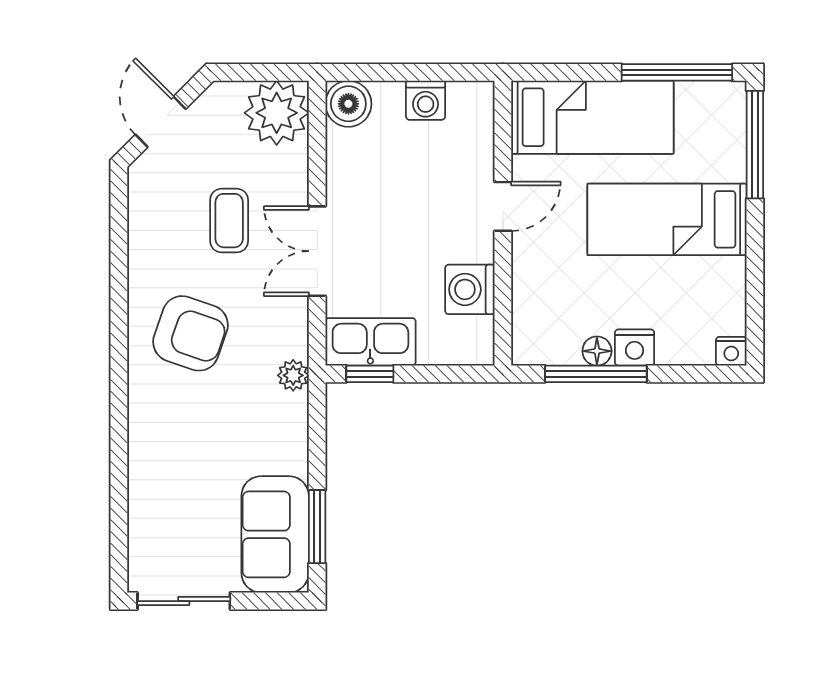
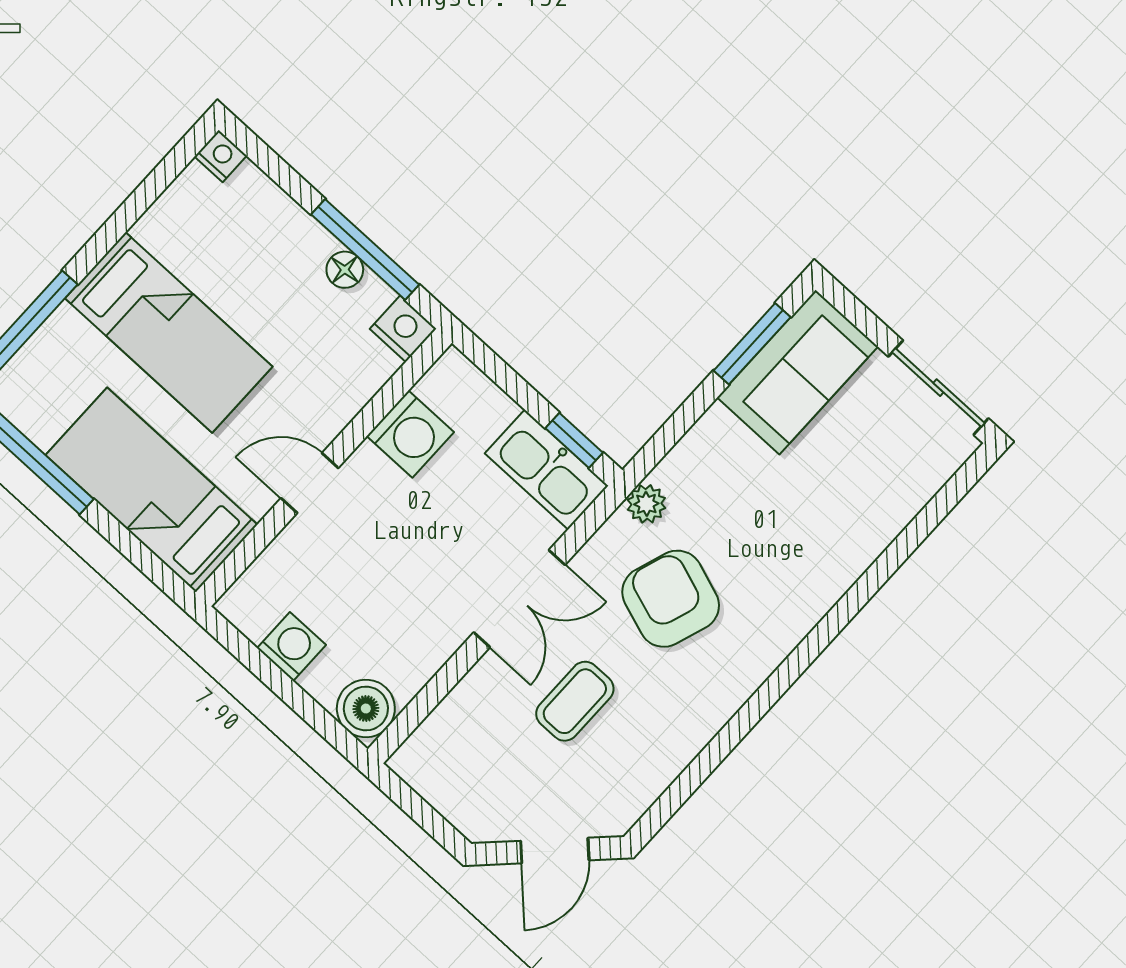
plant: (277, 113) -> (440, 761), removed
armchair: (190, 333) -> (671, 599), moved
nightstand: (635, 348) -> (403, 329), moved

